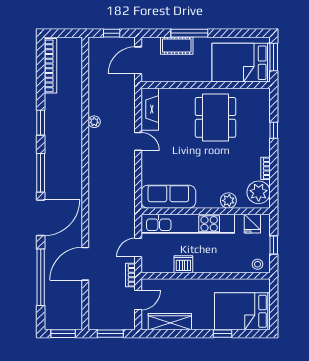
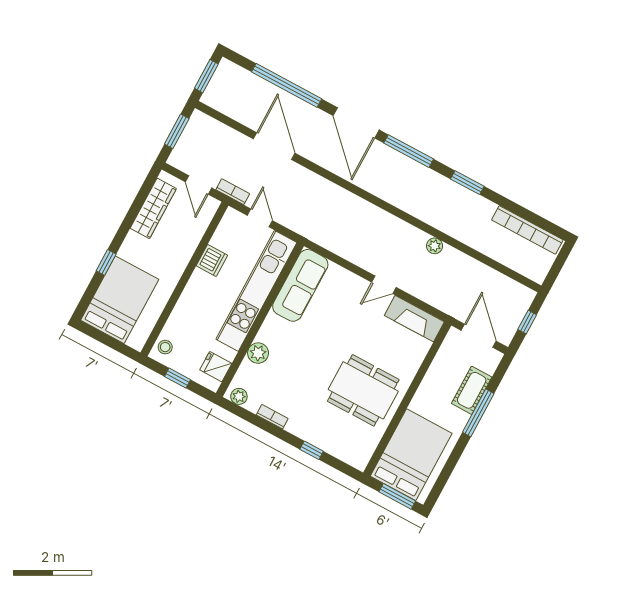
plant: (259, 192) -> (239, 396), width x0.53, depth x0.53

